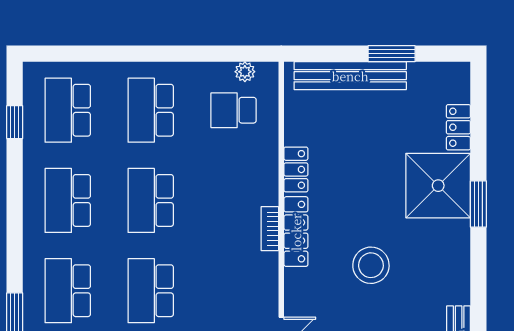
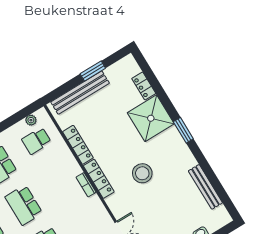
locker: (296, 169) -> (78, 145), width x1.53
window: (478, 204) -> (183, 130), moved

